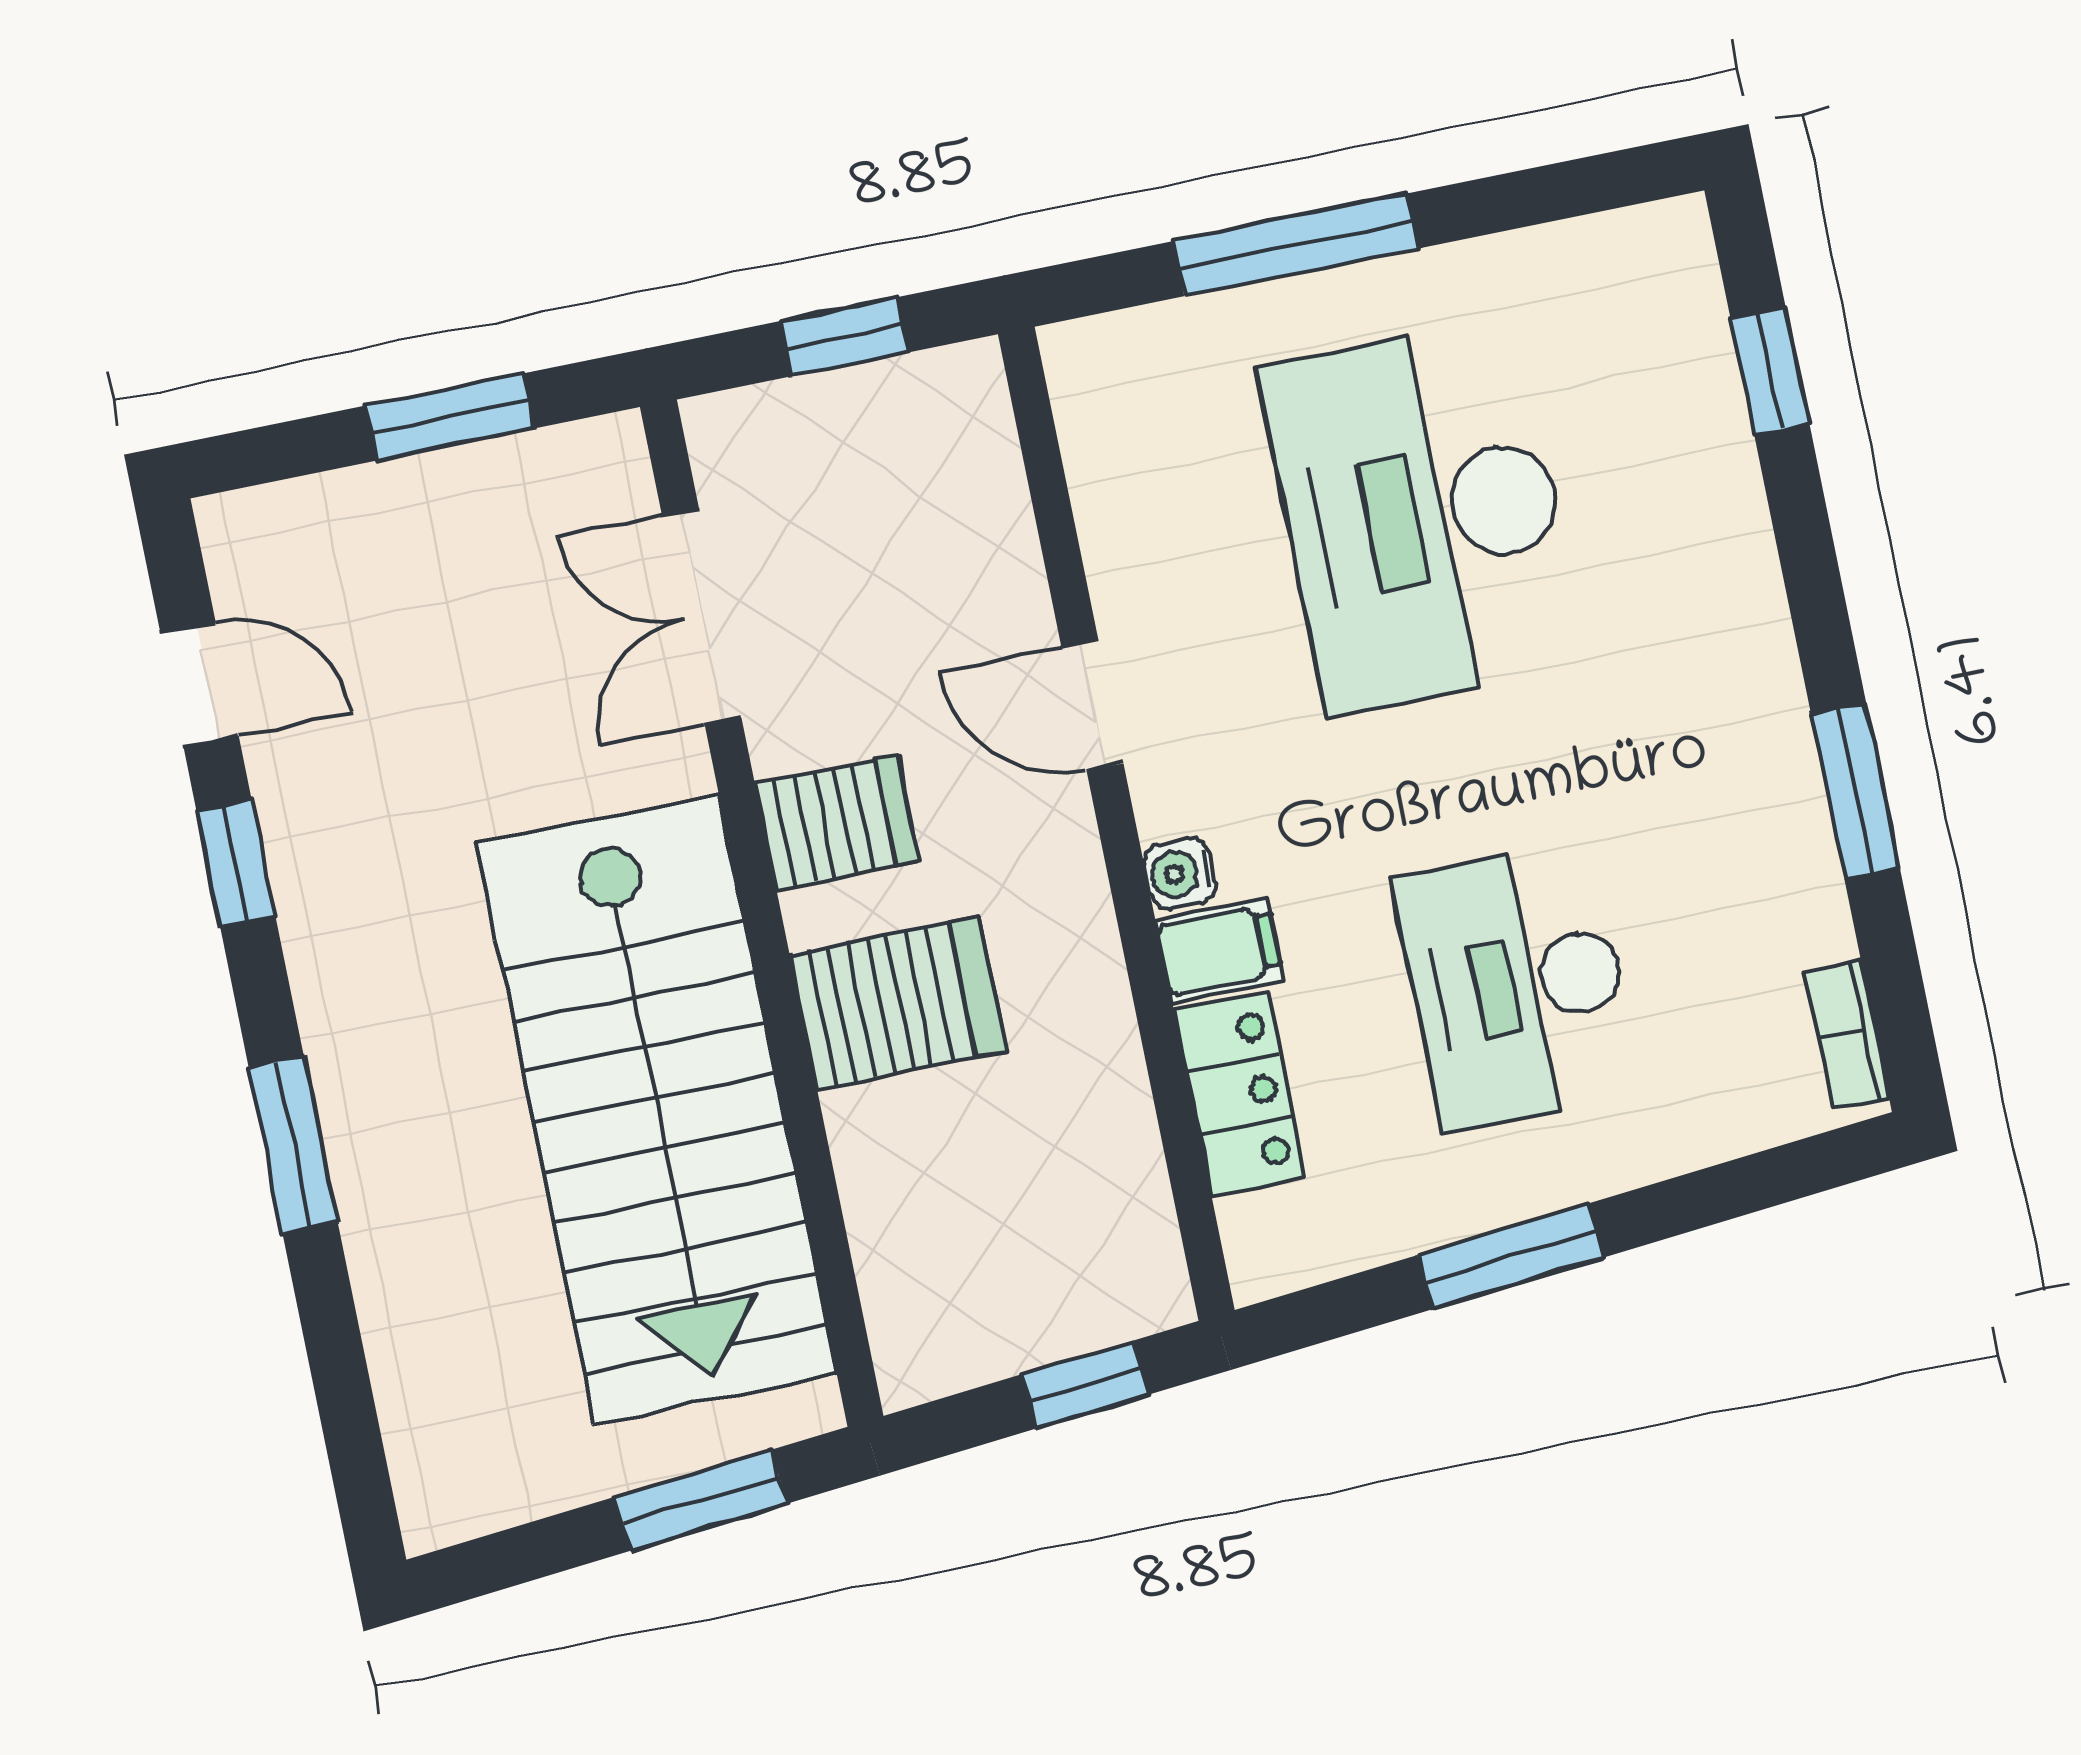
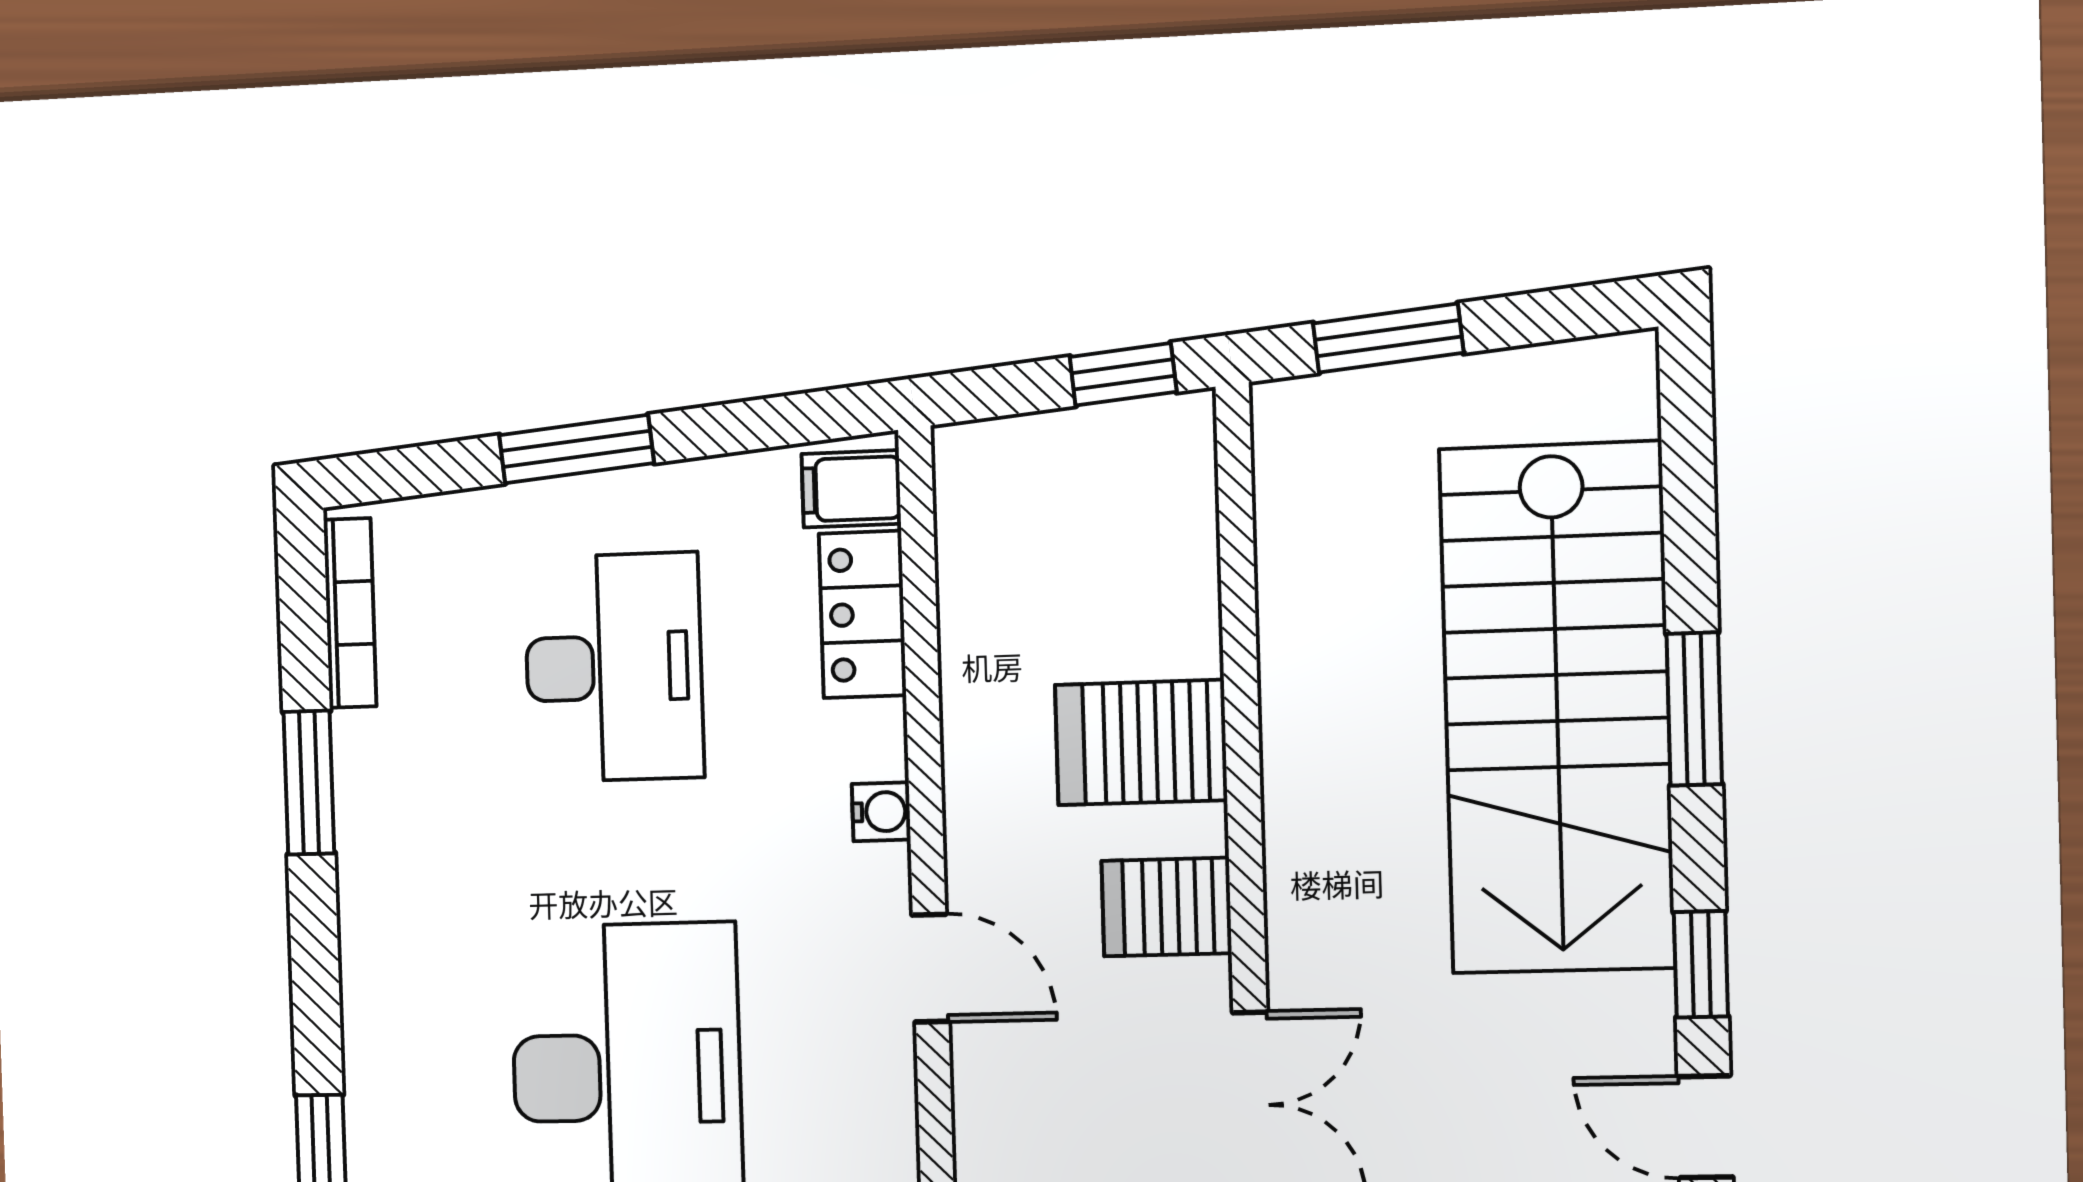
filing cabinet: (1219, 950) -> (851, 489), moved
bookcase: (1847, 1035) -> (350, 613), width x1.56
stairs: (657, 1109) -> (1557, 708), moved, turned 180
window: (1511, 1256) -> (576, 449), moved
window: (1085, 1385) -> (1123, 374), moved

